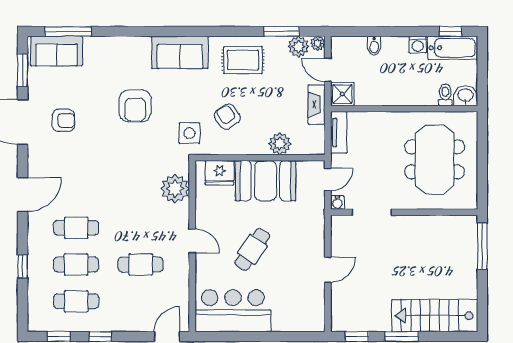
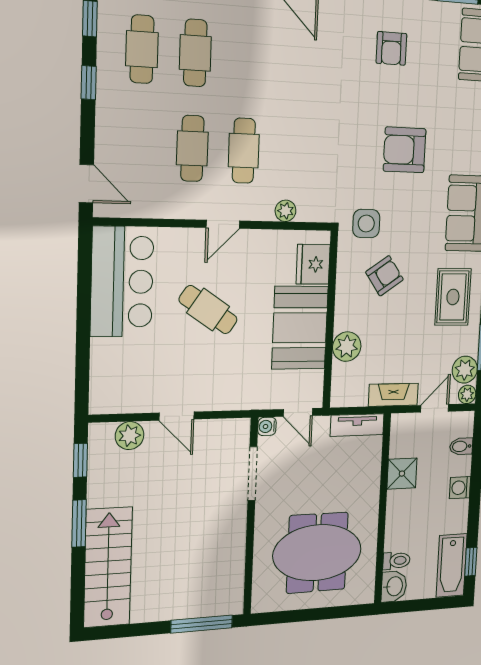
washing machine: (418, 45) -> (460, 488), moved
bidet: (374, 46) -> (461, 446), moved
shower: (342, 94) -> (402, 474), moved
plant: (175, 189) -> (286, 211), width x0.53, depth x0.53
cafe table: (76, 228) -> (244, 151), moved
plant: (341, 303) -> (130, 436), added

